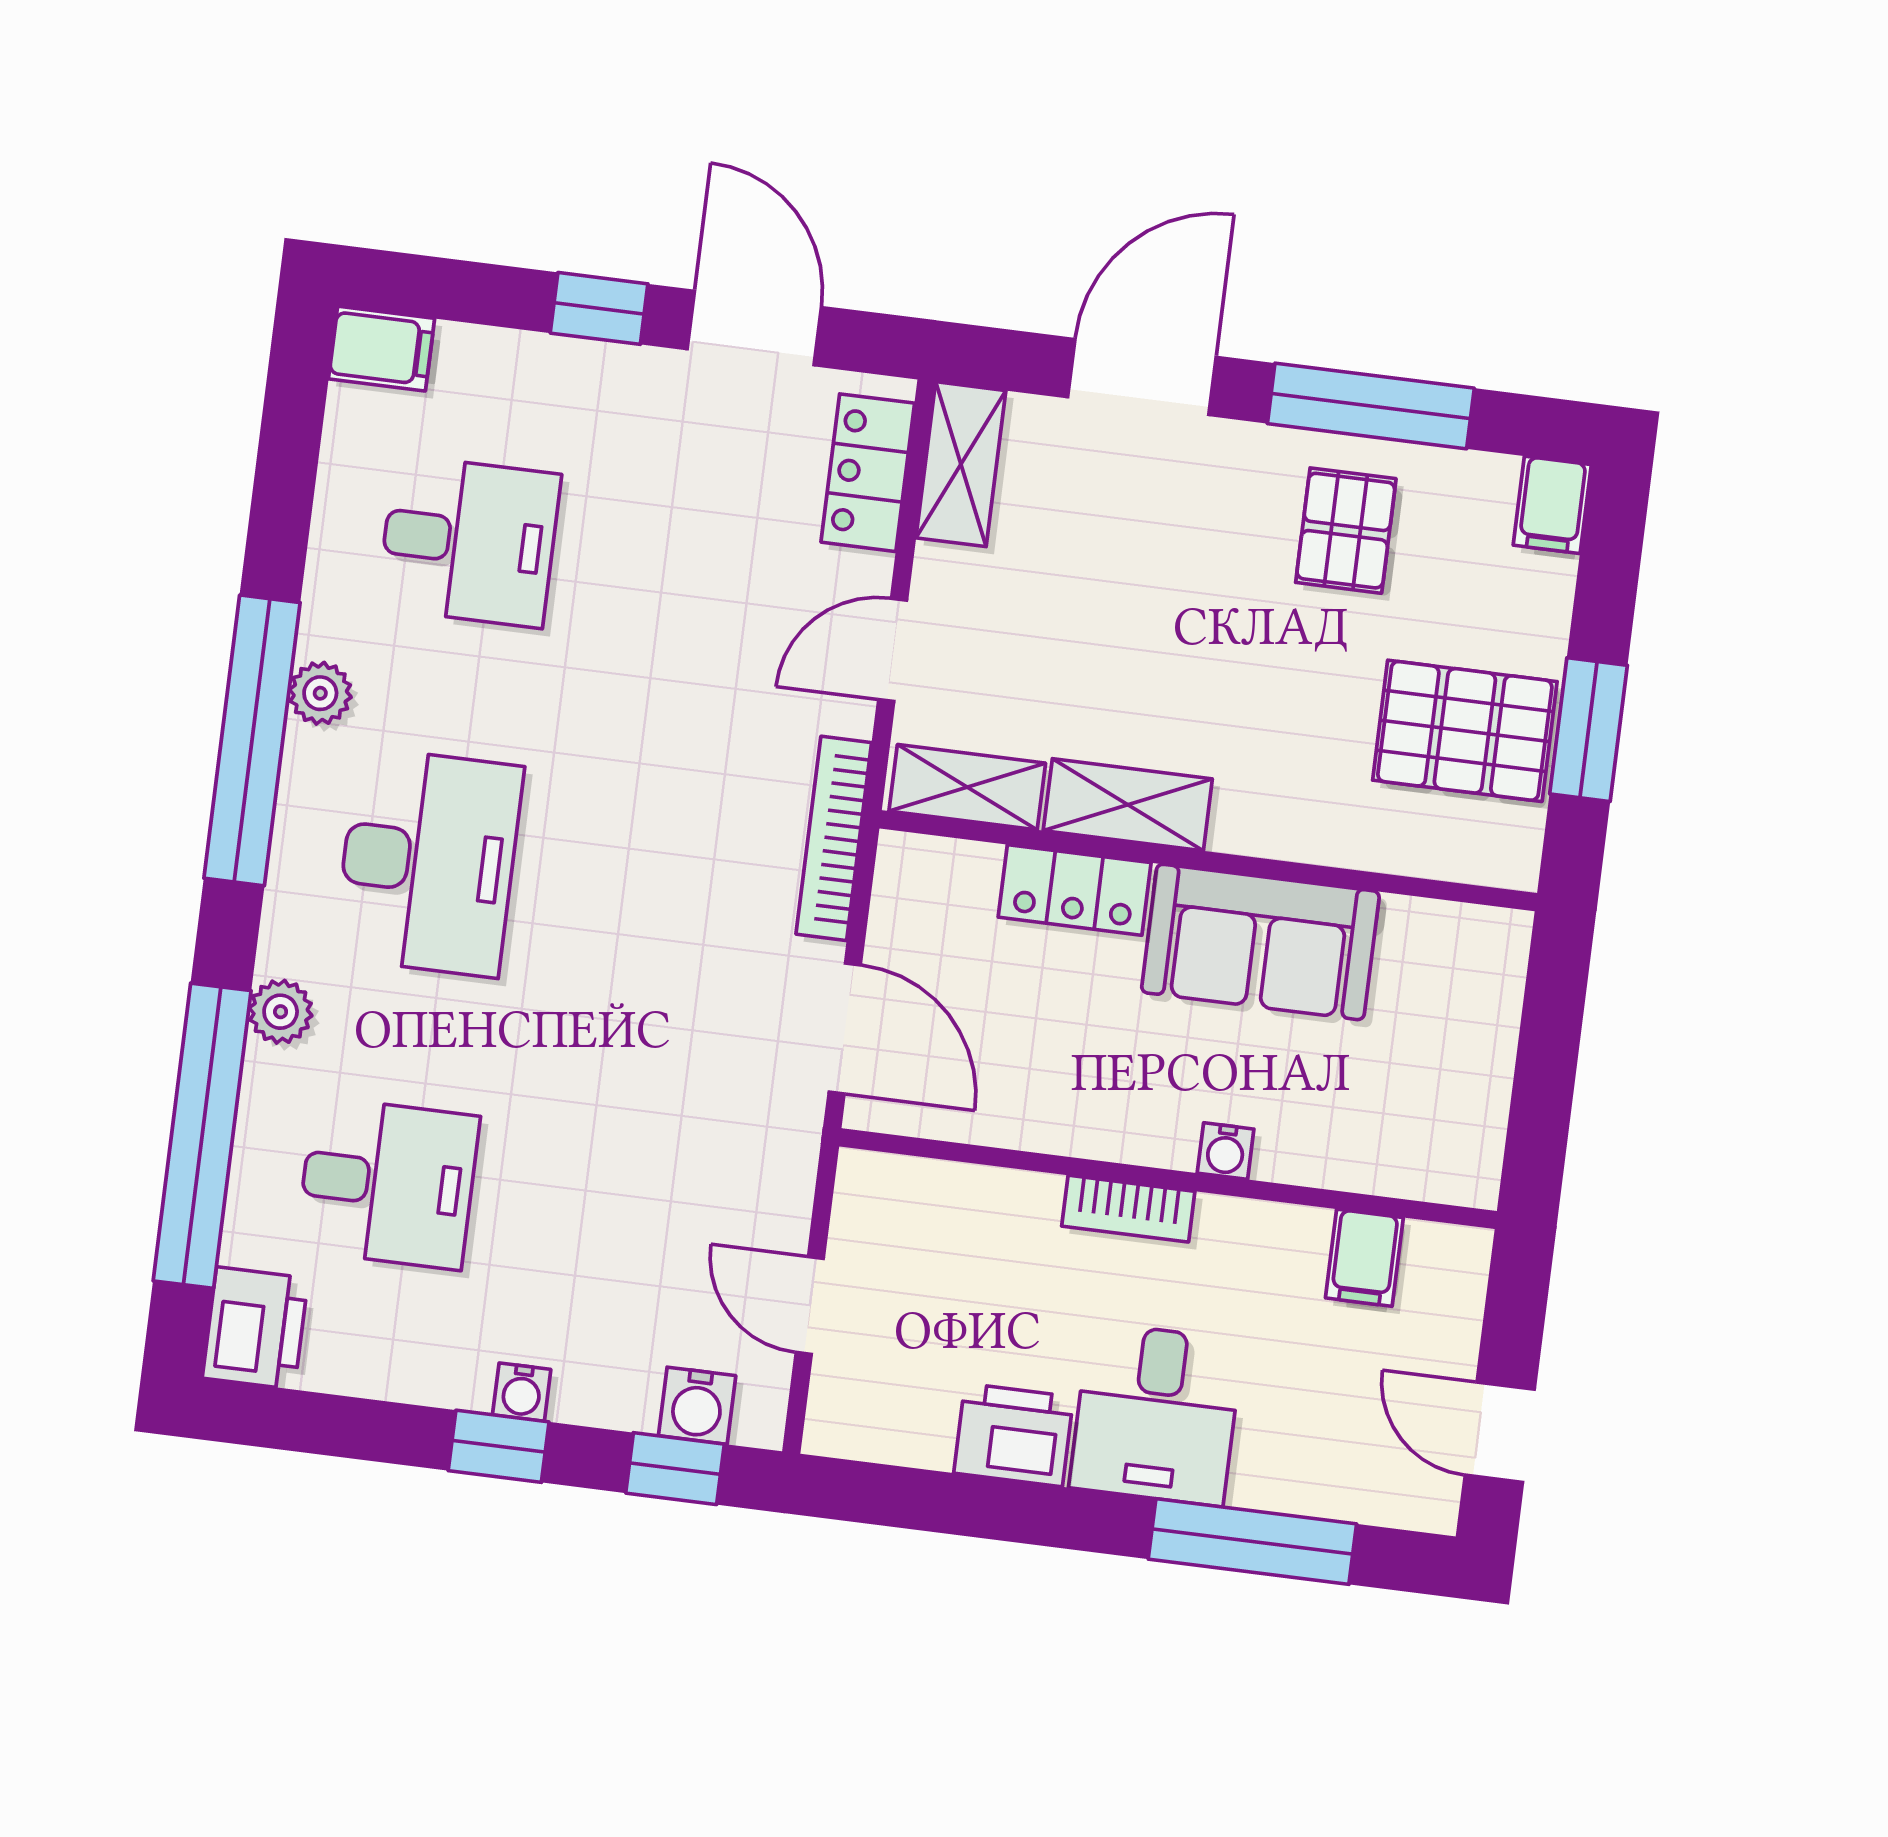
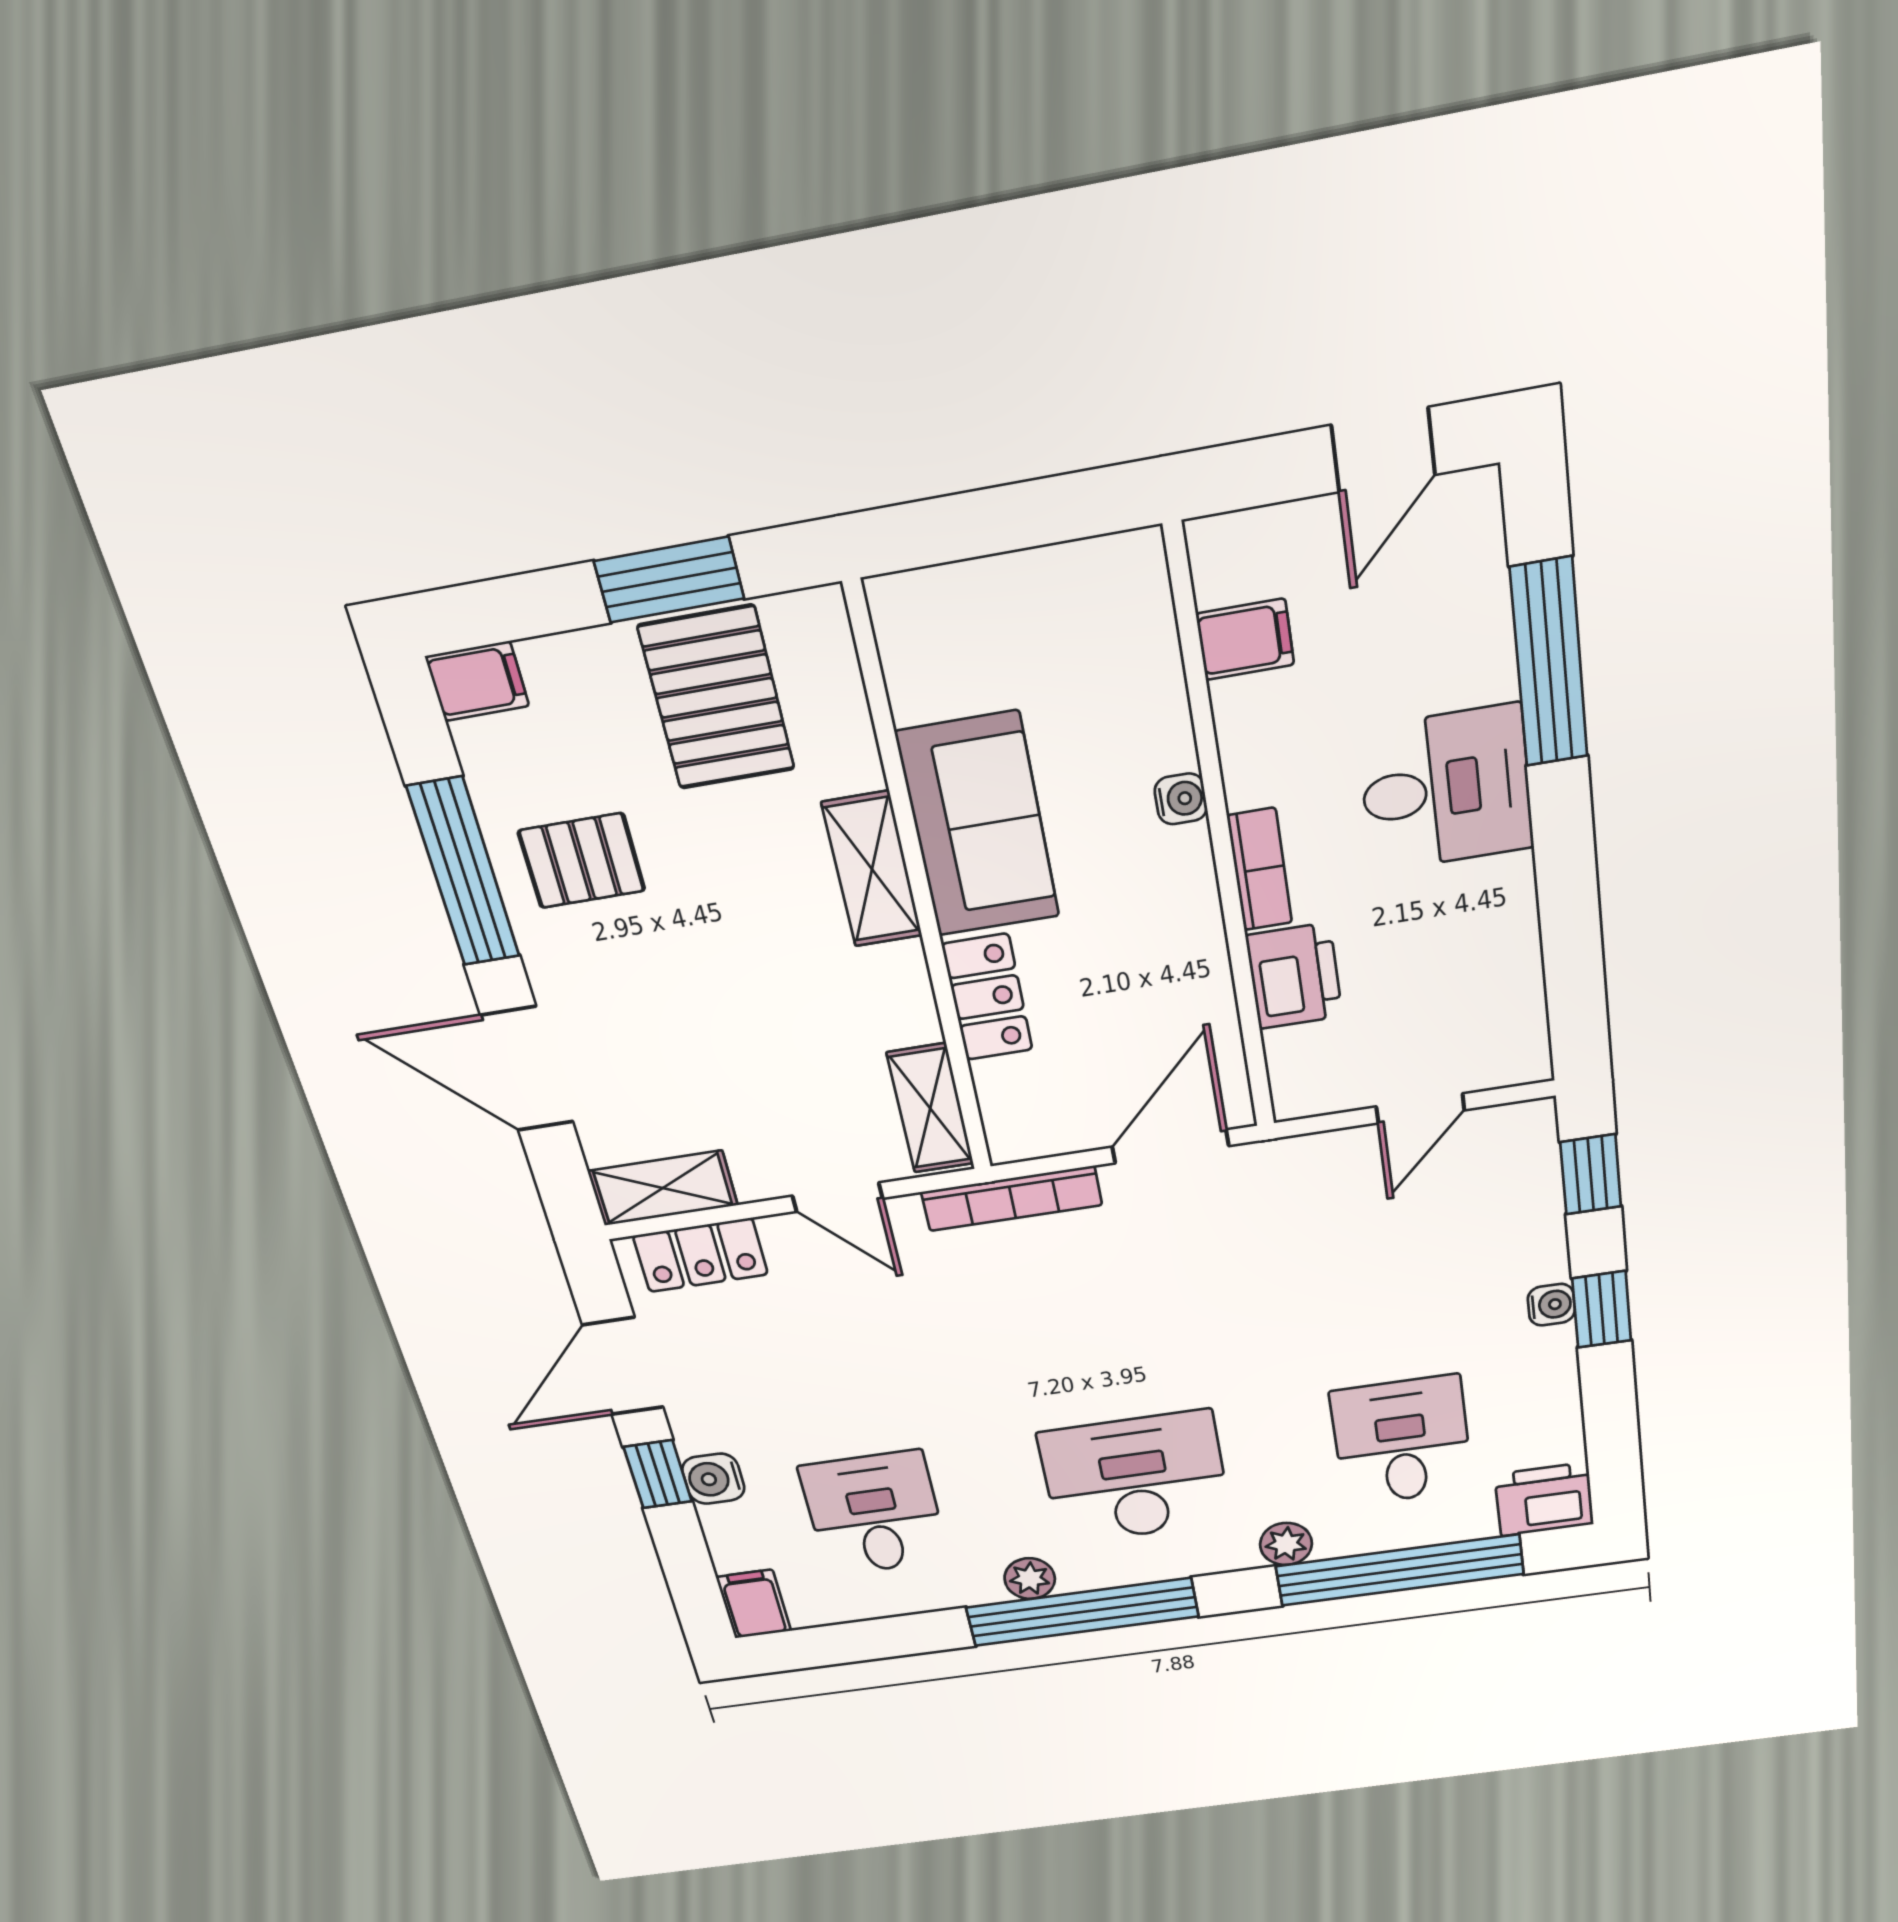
shelving: (1128, 805) -> (872, 869), moved
water cooler: (697, 1406) -> (713, 1479), moved, turned 180
printer: (1014, 1435) -> (1294, 976), moved, turned 180

